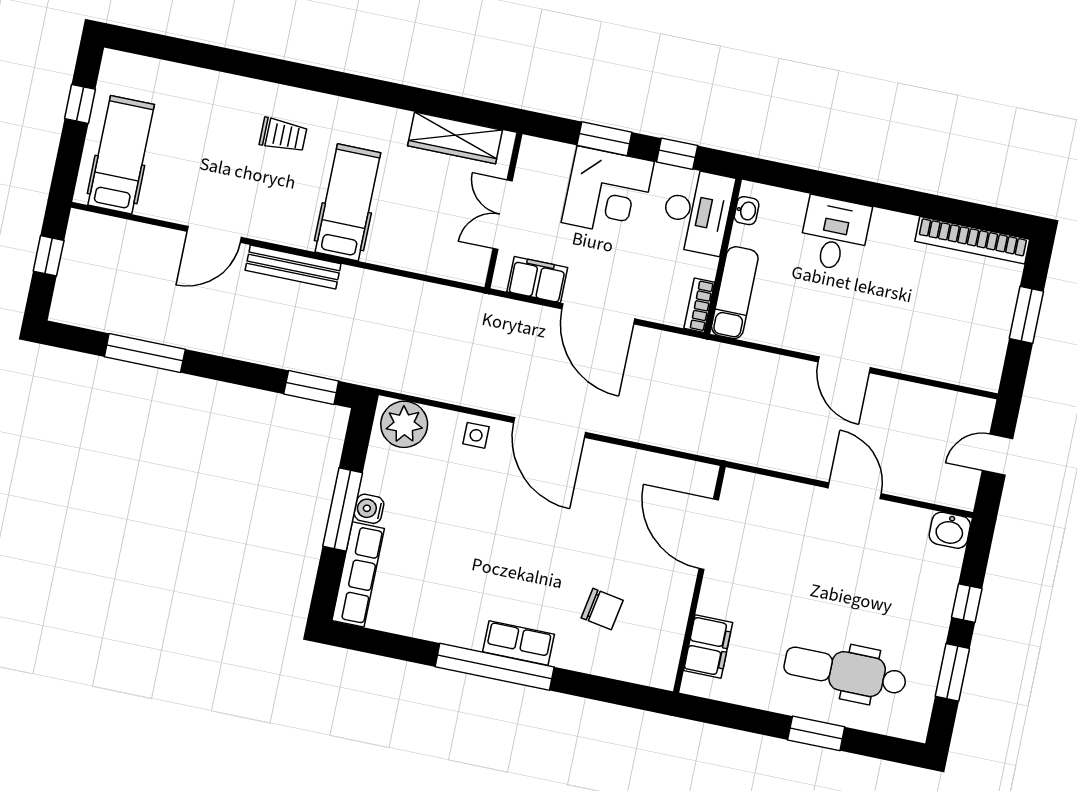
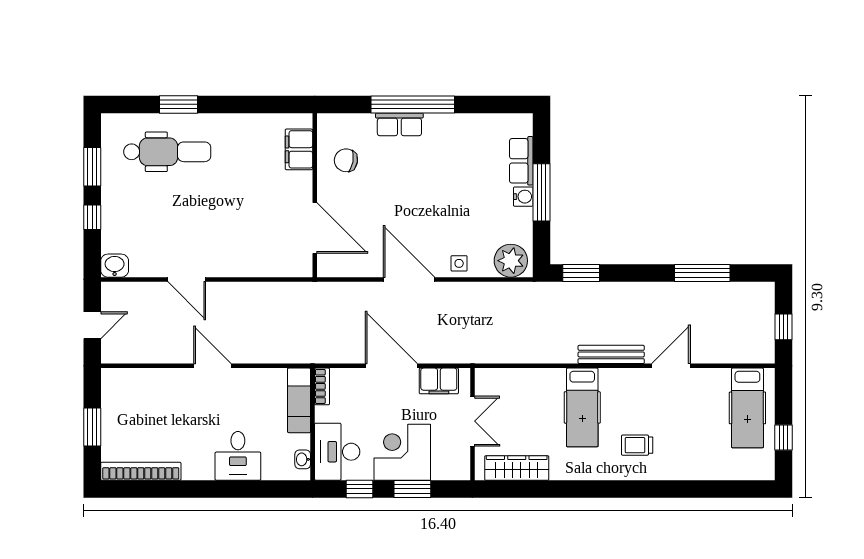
door: (709, 534) -> (315, 228), moved
row of seats: (358, 574) -> (521, 161), width x0.68
wall: (699, 579) -> (315, 195), moved
filing cabinet: (708, 647) -> (299, 149), moved

